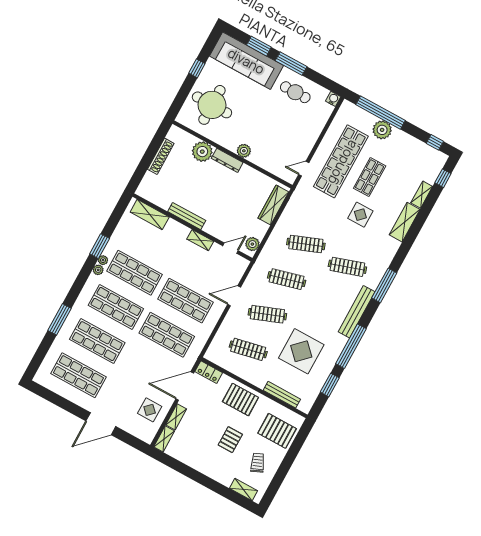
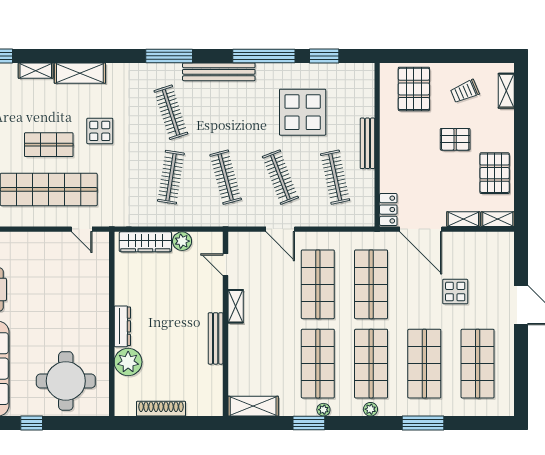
plant: (244, 151) -> (100, 313), removed
shelving: (150, 214) -> (253, 406), moved, turned 90
plant: (252, 244) -> (182, 241), moved
clothes rail: (306, 244) -> (171, 177), turned 30
plant: (98, 270) -> (370, 409), moved
bench: (282, 395) -> (367, 143), moved
pallet: (240, 400) -> (495, 173), moved
display table: (150, 410) -> (455, 292), moved

